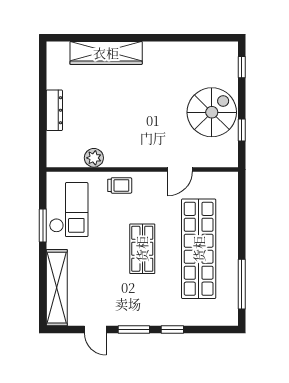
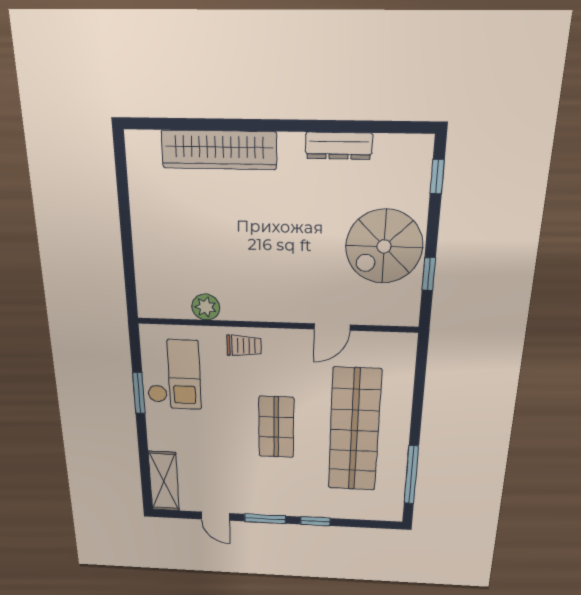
dresser: (54, 110) -> (339, 146), moved, turned 90
spiral stairs: (212, 112) -> (384, 246), turned 180
shelving: (57, 288) -> (164, 481), width x0.68

